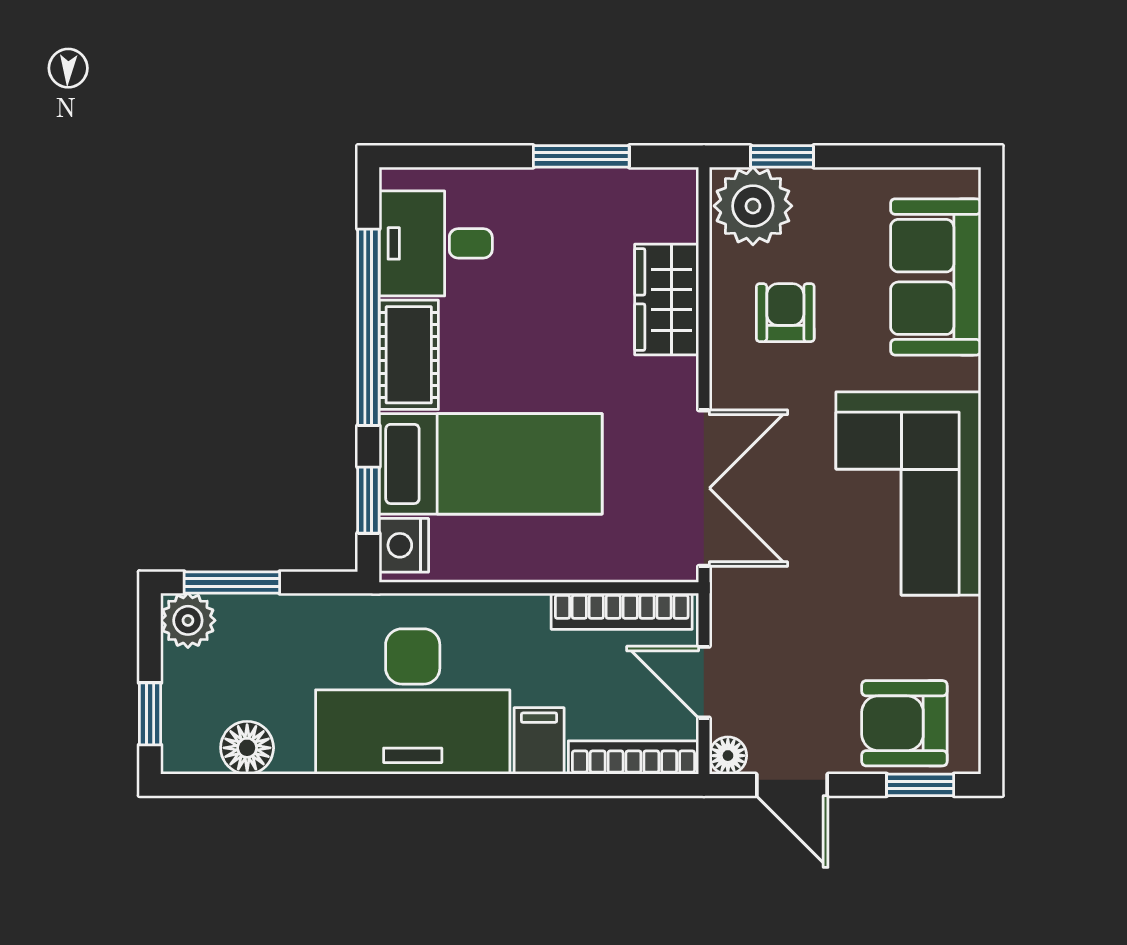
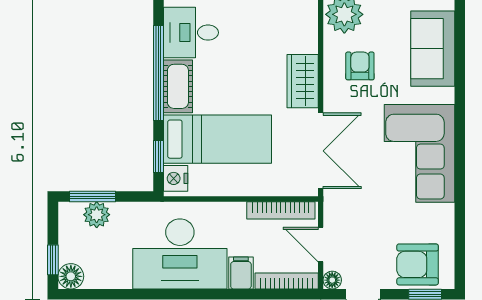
wardrobe: (667, 300) -> (303, 81), moved
plant: (188, 620) -> (97, 215), moved
floor lamp: (247, 748) -> (71, 276), moved

